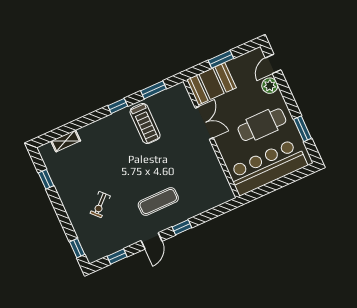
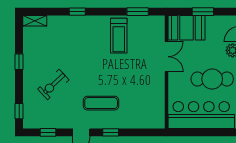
window: (118, 106) -> (77, 12), moved
shelving: (66, 141) -> (35, 21), moved
window: (46, 179) -> (19, 62), moved
exercise bike: (100, 205) -> (53, 85), width x1.38, depth x1.39

